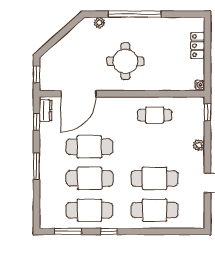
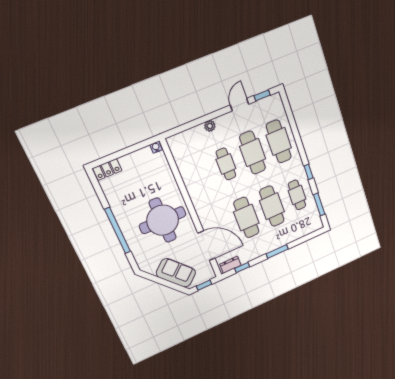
plant: (99, 23) -> (139, 256), removed
locker: (198, 46) -> (107, 170), moved
sofa: (64, 51) -> (176, 273), added
round table: (125, 61) -> (163, 220), width x1.36, depth x1.36
window: (207, 112) -> (262, 95), moved
cafe table: (155, 115) -> (226, 164), moved
cafe table: (89, 210) -> (297, 195), width x0.73, depth x0.74

